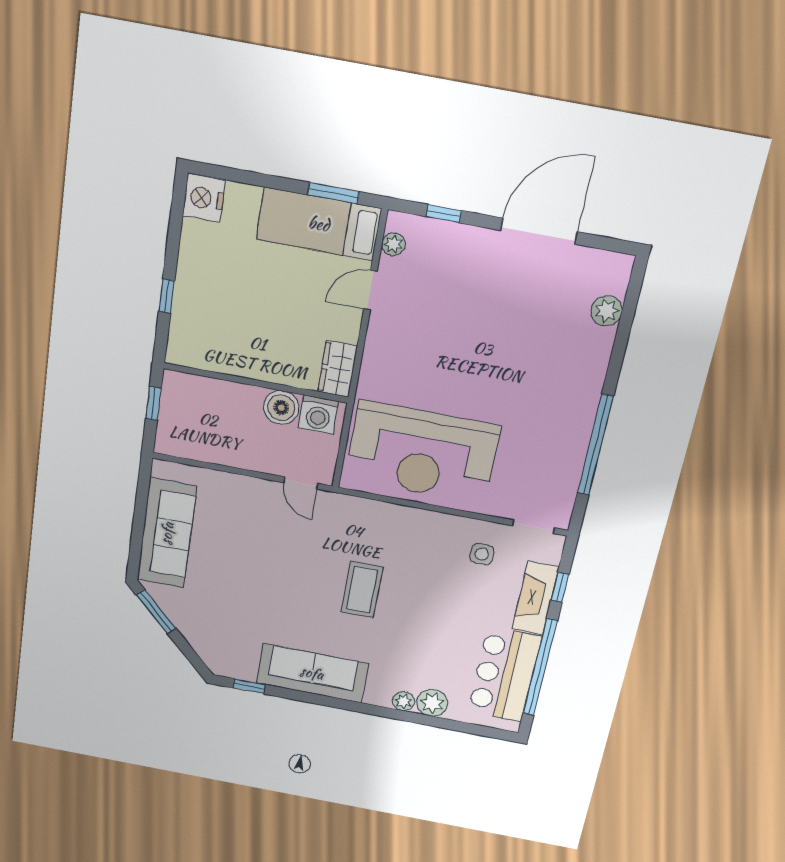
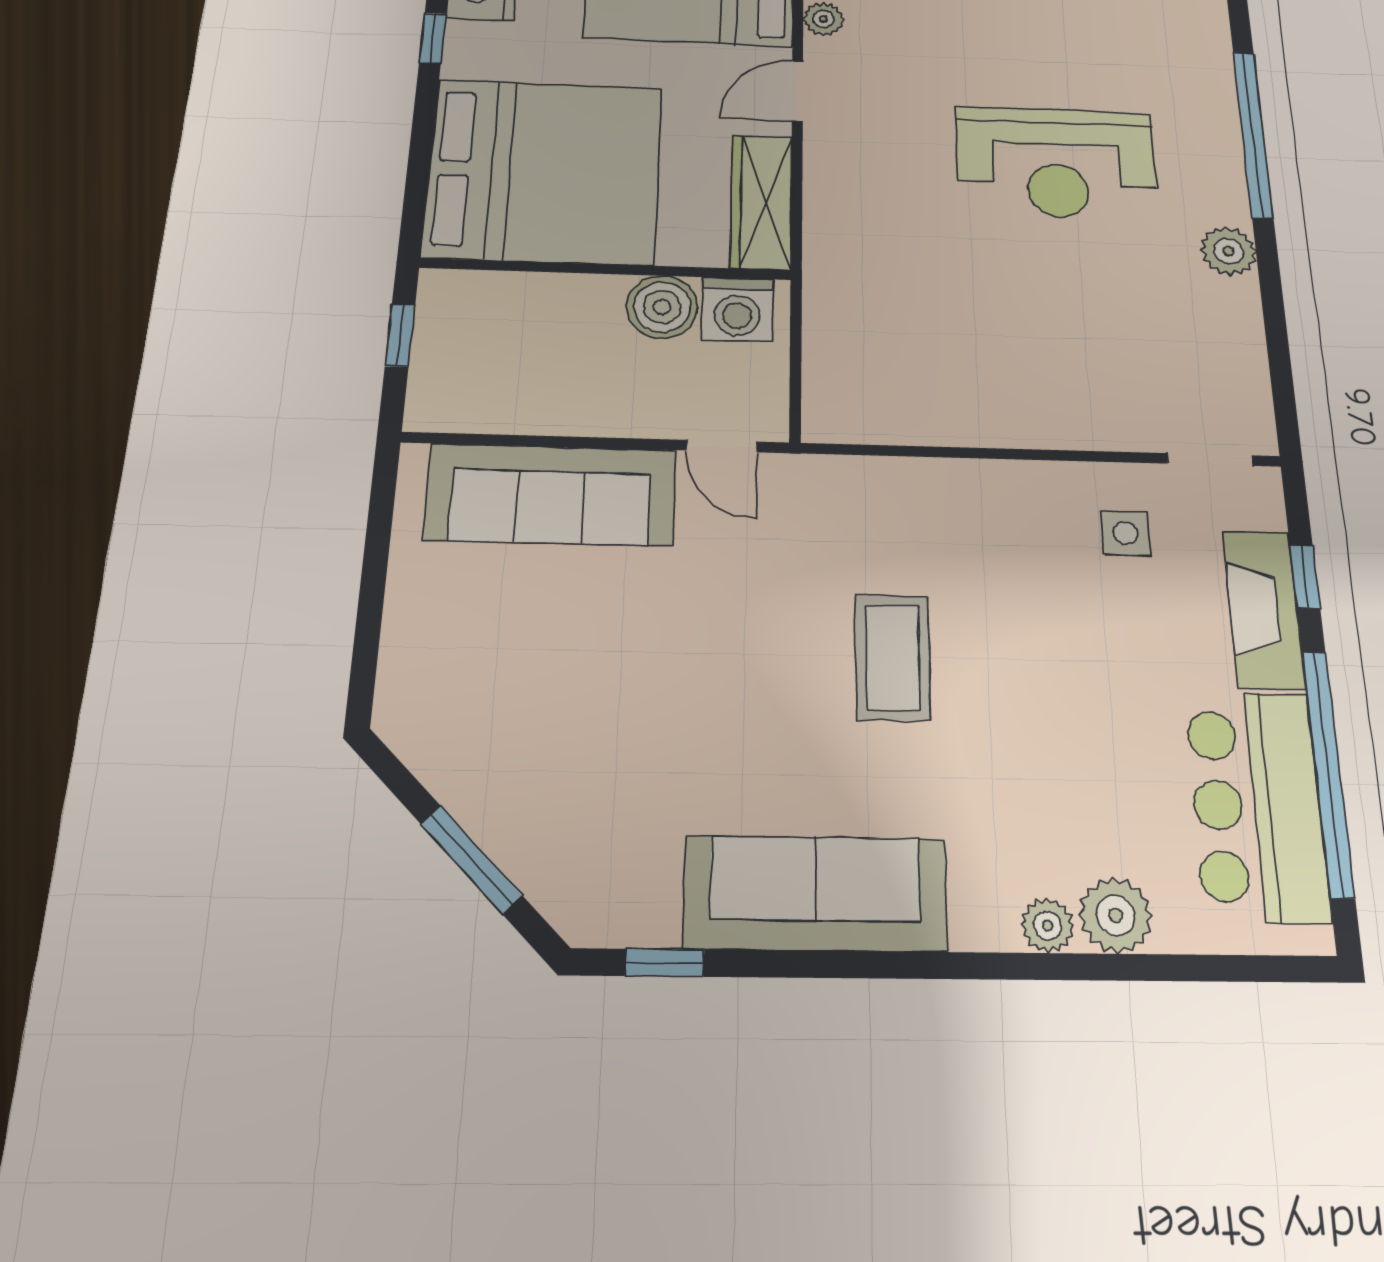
window: (167, 296) -> (433, 38), moved
plant: (607, 311) -> (1228, 251), moved
bed: (229, 322) -> (544, 171), added
wardrobe: (338, 369) -> (761, 202), width x1.50
window: (595, 445) -> (1253, 134), moved
reception desk: (422, 452) -> (1056, 163), moved, width x0.74, depth x0.77
sofa: (167, 533) -> (551, 494), moved, turned 90
window: (156, 612) -> (471, 860), moved

